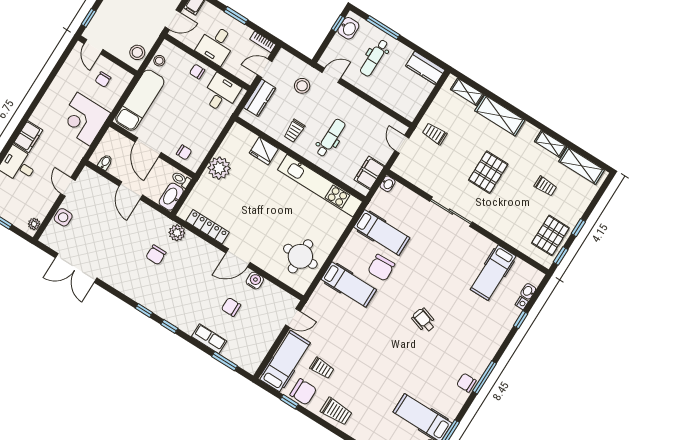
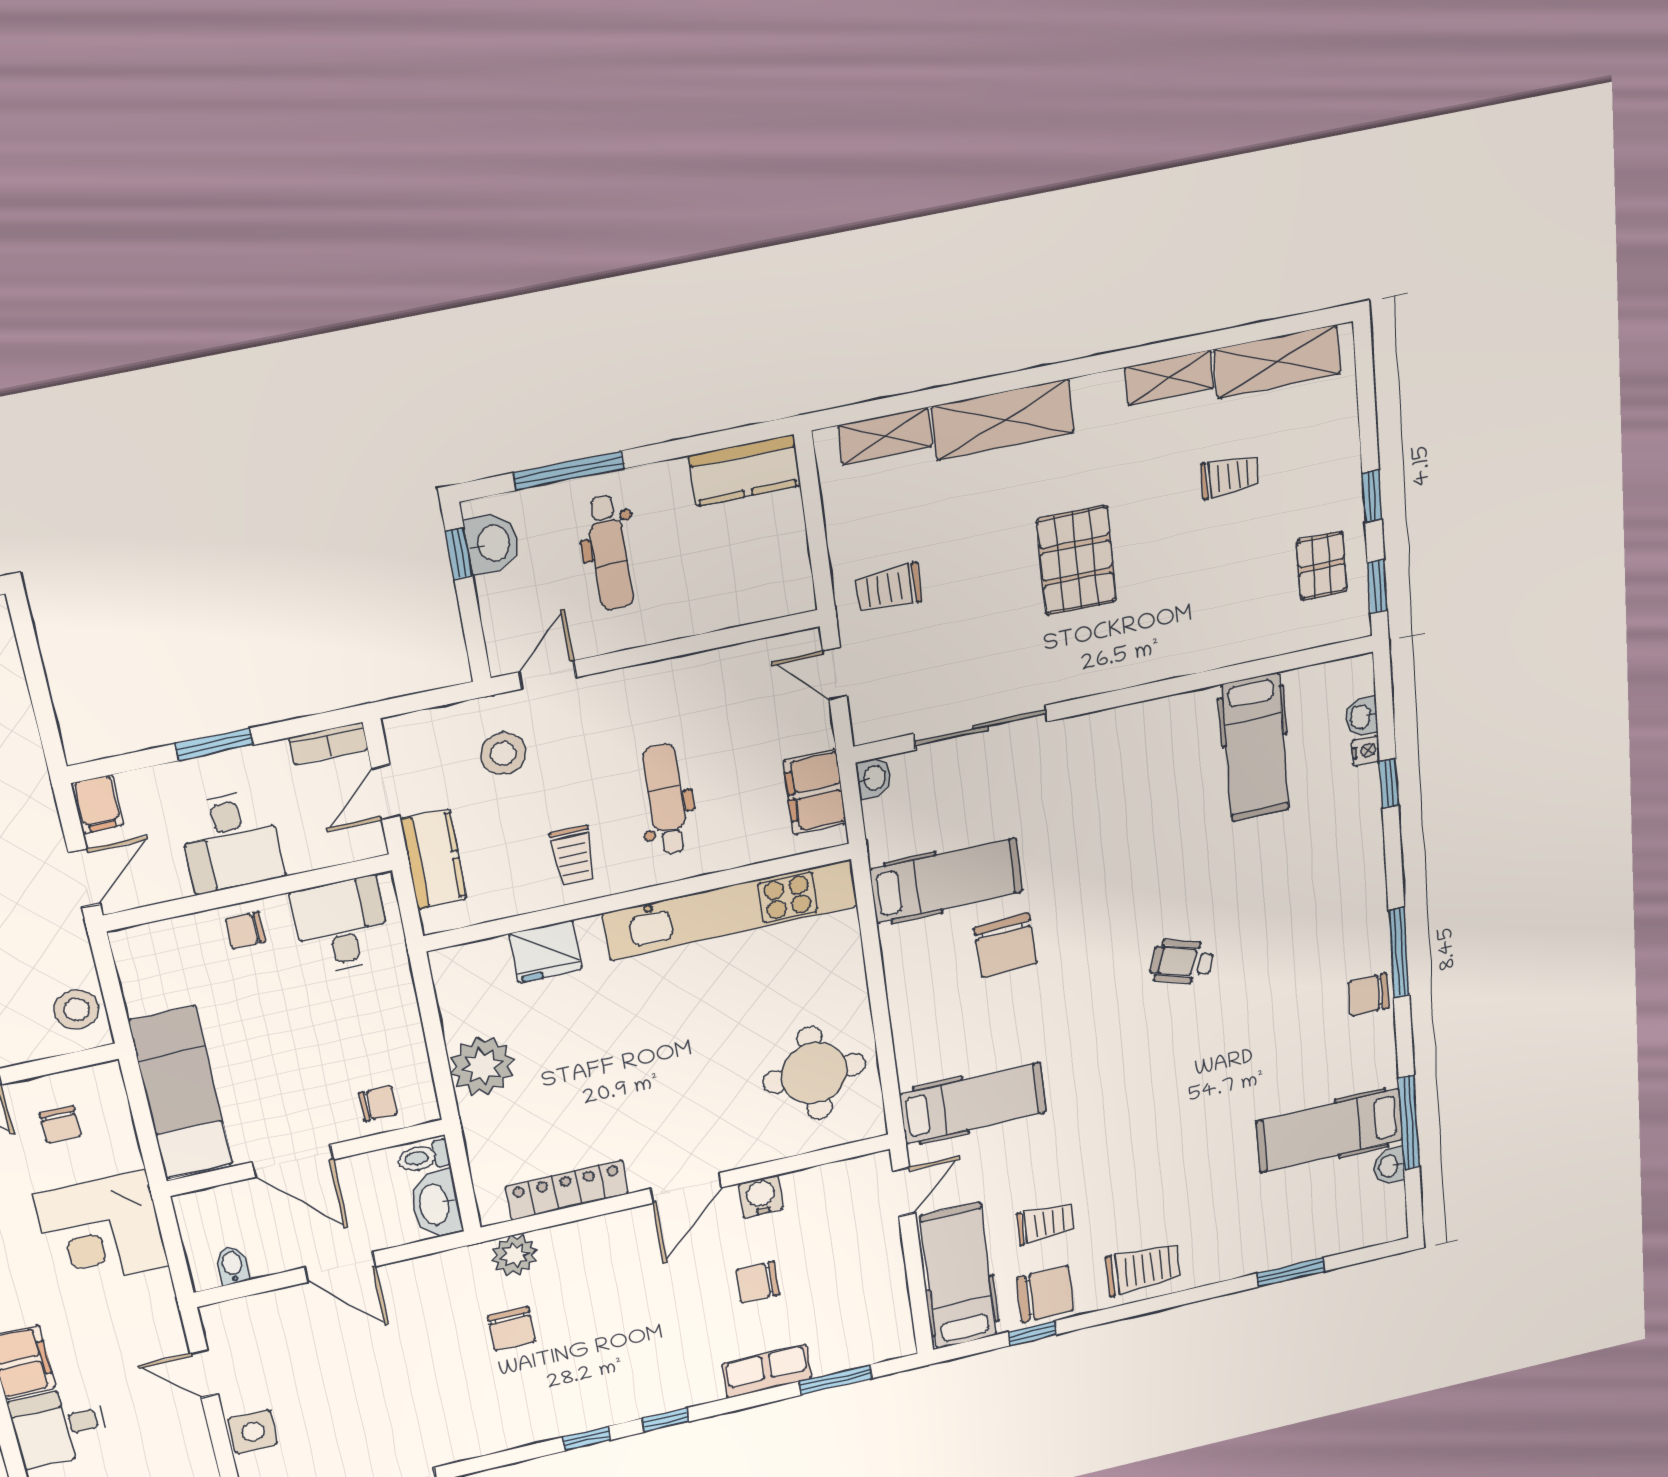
stool: (159, 61) -> (141, 983), removed
sliding door: (451, 212) -> (981, 728), moved
pallet: (550, 235) -> (1322, 566), width x0.67, depth x0.71
hospital bed: (349, 284) -> (973, 1103), moved

